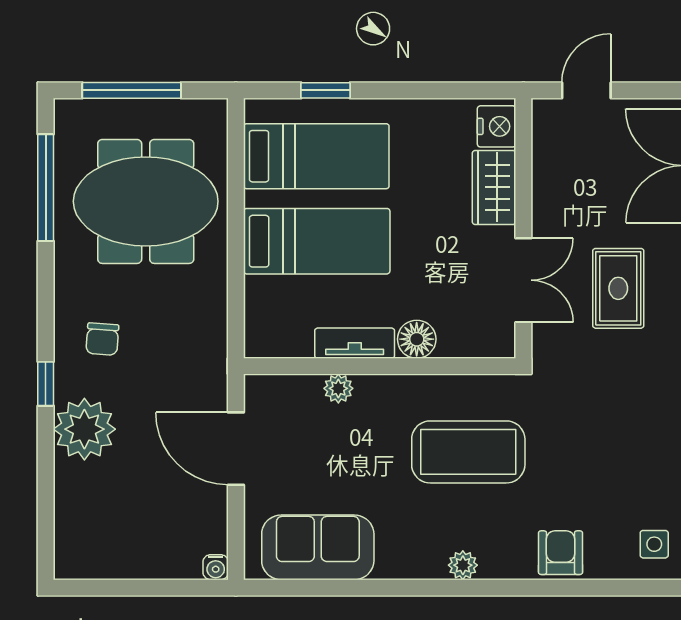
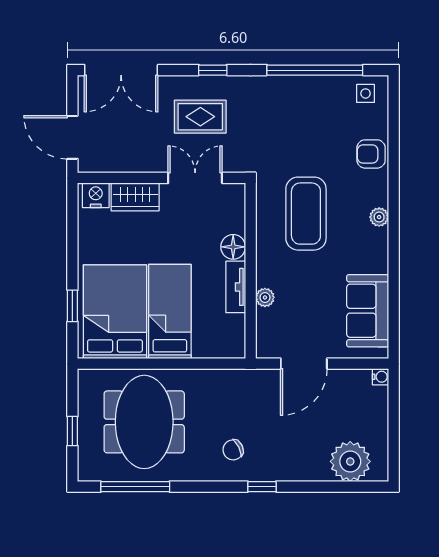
window: (132, 90) -> (72, 431), width x0.46
door: (586, 90) -> (72, 137), width x1.38
bed: (316, 156) -> (115, 312), width x1.50
chair: (102, 339) -> (233, 450), turned 150
plant: (84, 429) -> (350, 461), moved

